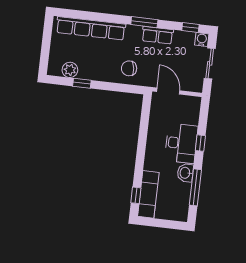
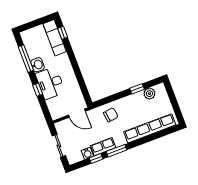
window: (190, 27) -> (96, 159), moved
water cooler: (202, 39) -> (87, 153), moved

